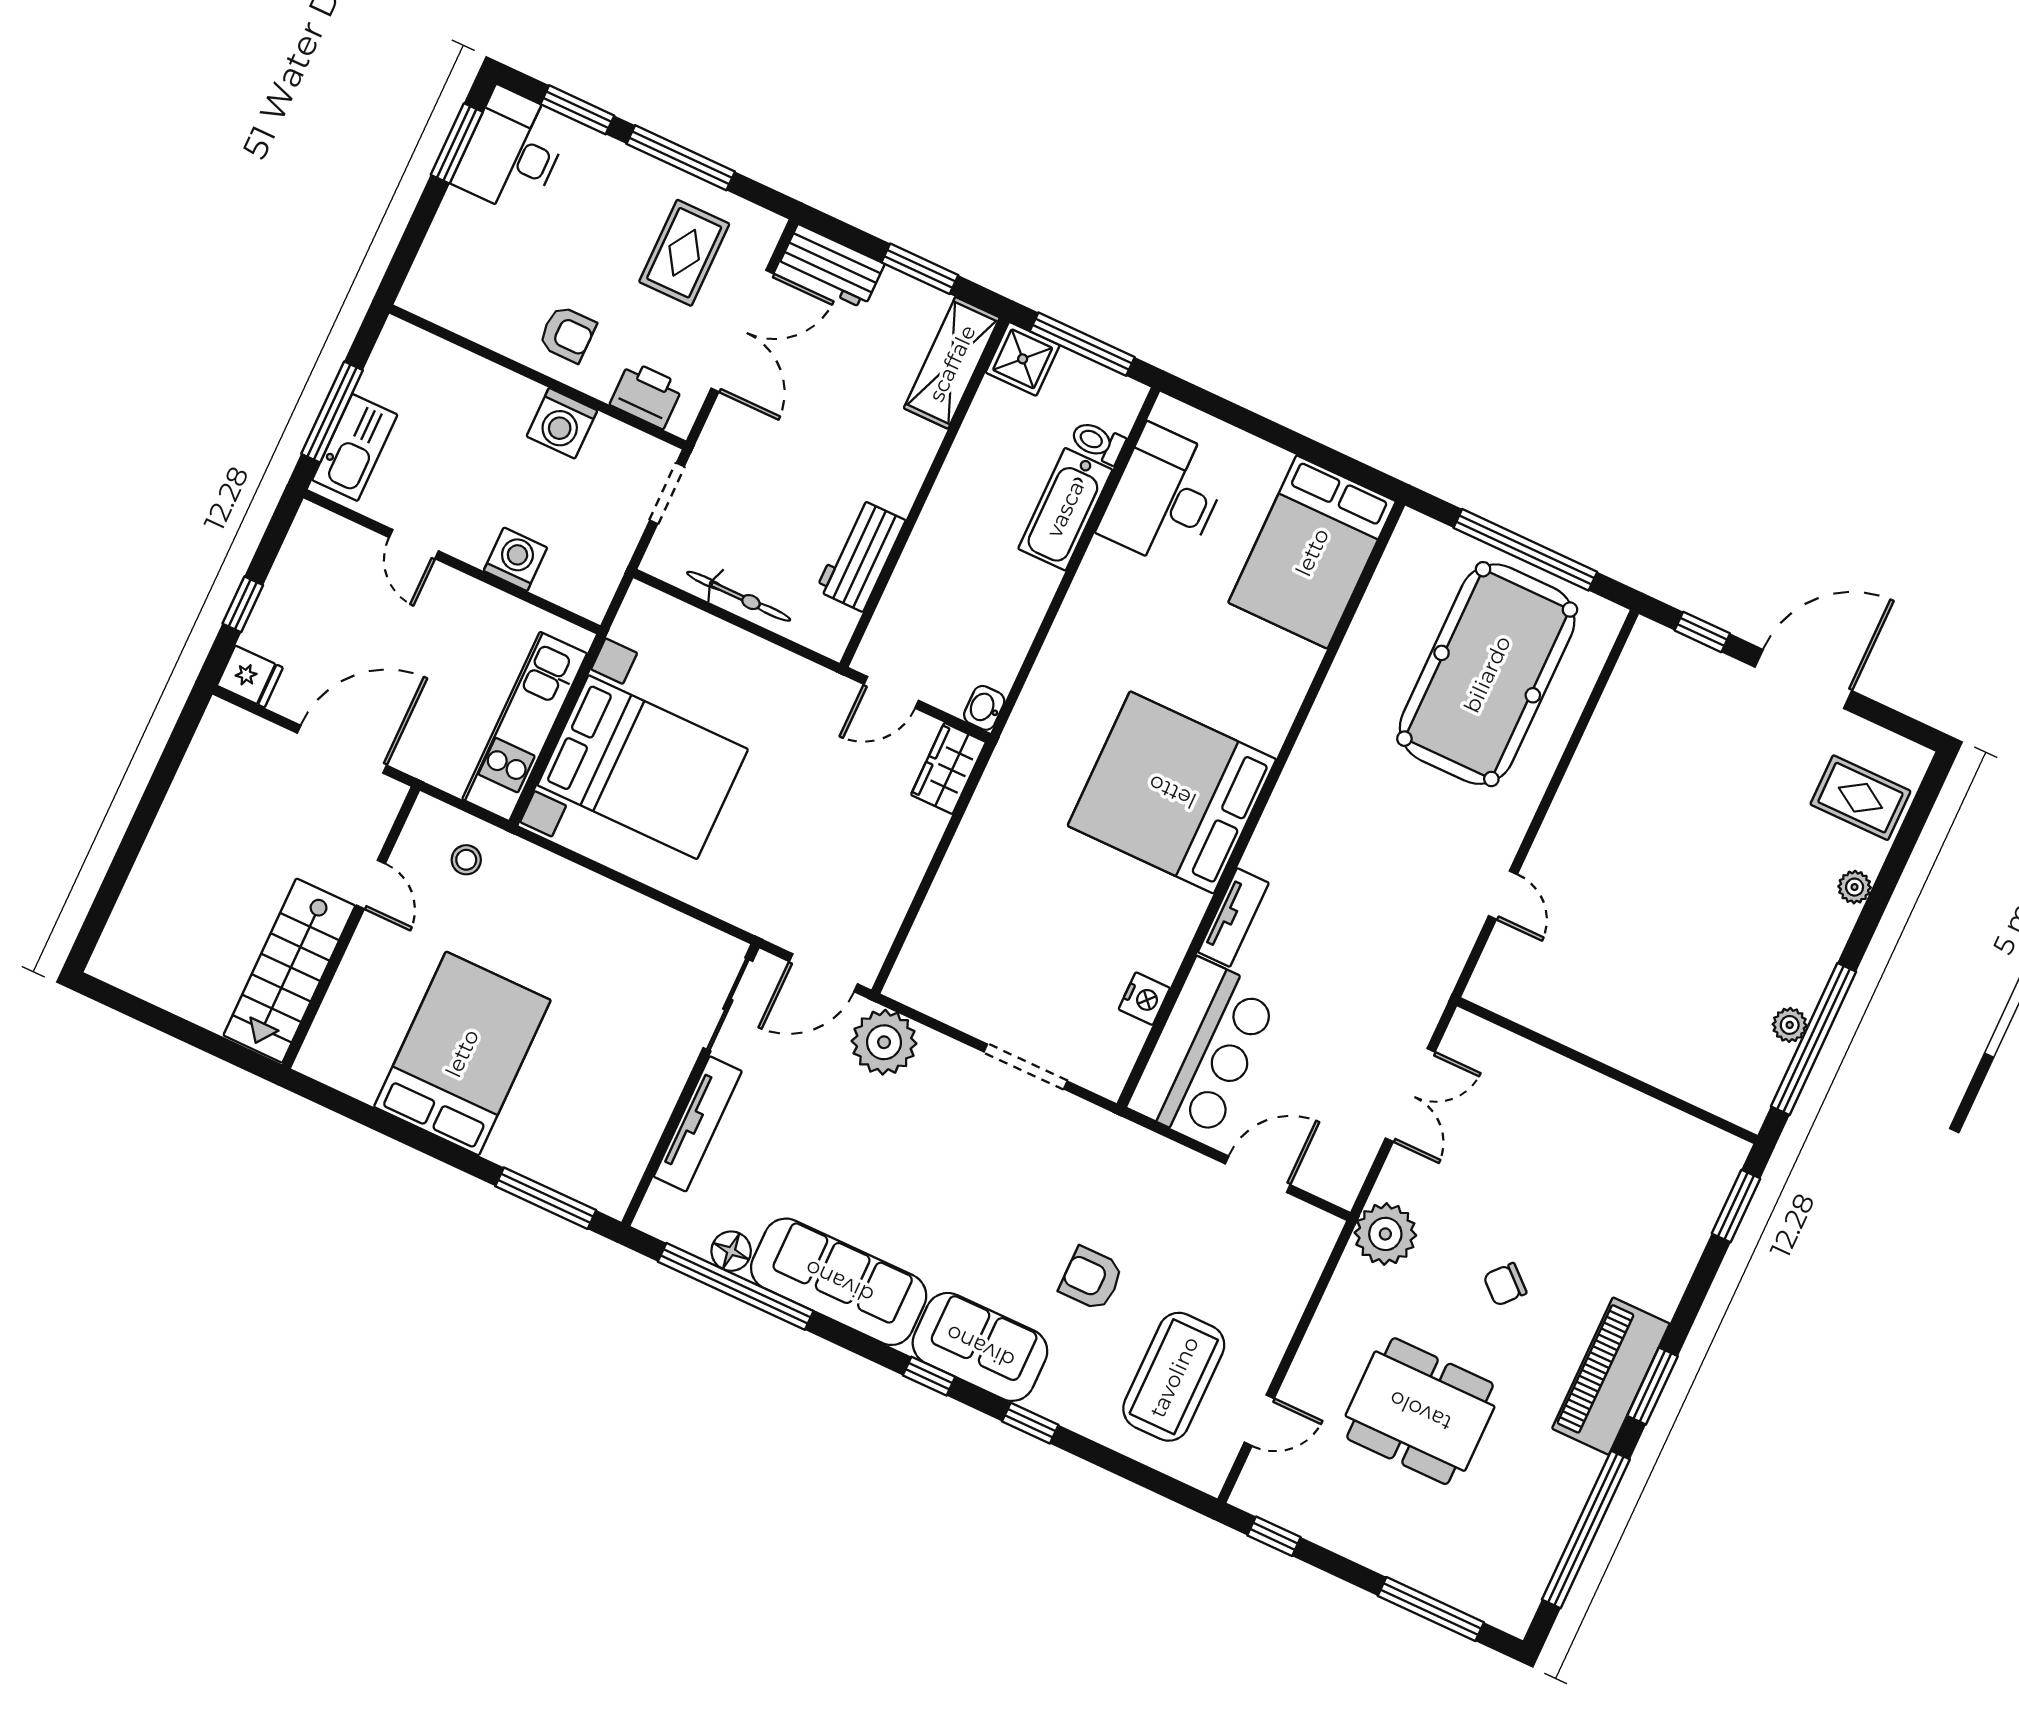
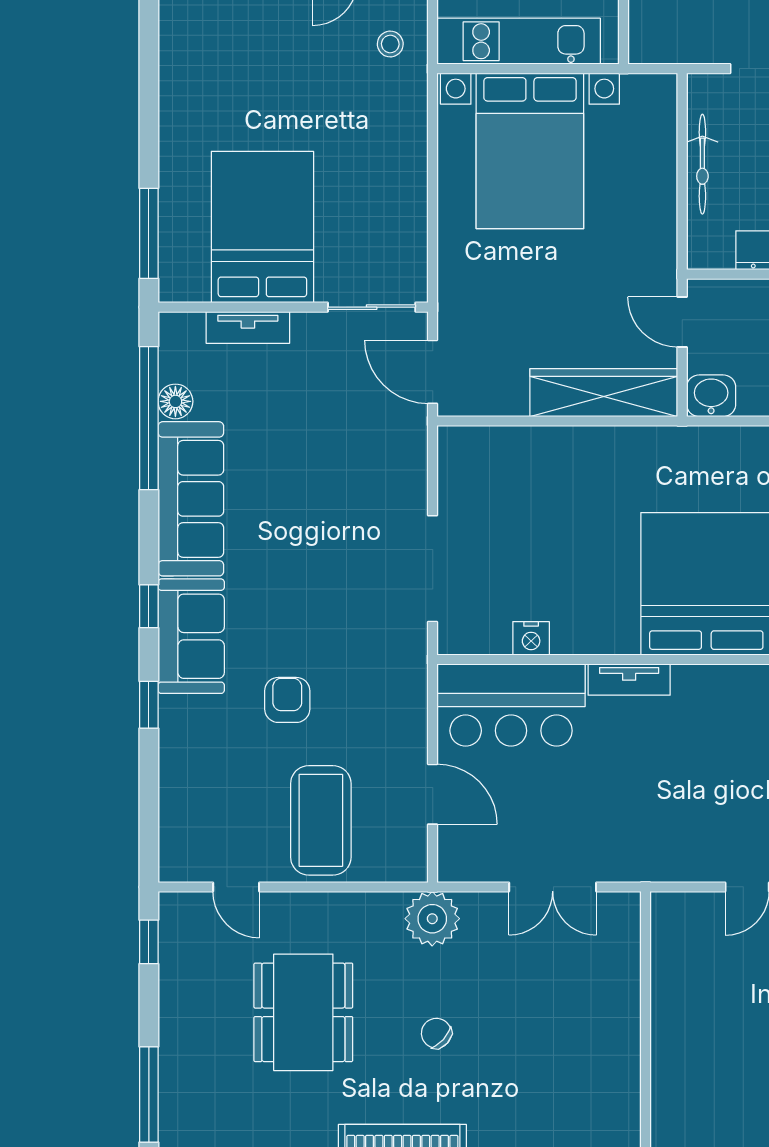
washbasin: (984, 708) -> (711, 396), width x1.38, depth x1.45
wardrobe: (948, 768) -> (604, 393), width x2.10, depth x1.17
plant: (884, 1042) -> (399, 446), removed
bed: (462, 1053) -> (262, 227), moved, turned -90
doorway: (1026, 1067) -> (433, 569), width x1.36
tv unit: (698, 1124) -> (248, 327), width x0.71
coffee table: (1174, 1377) -> (321, 820), moved, turned 90

